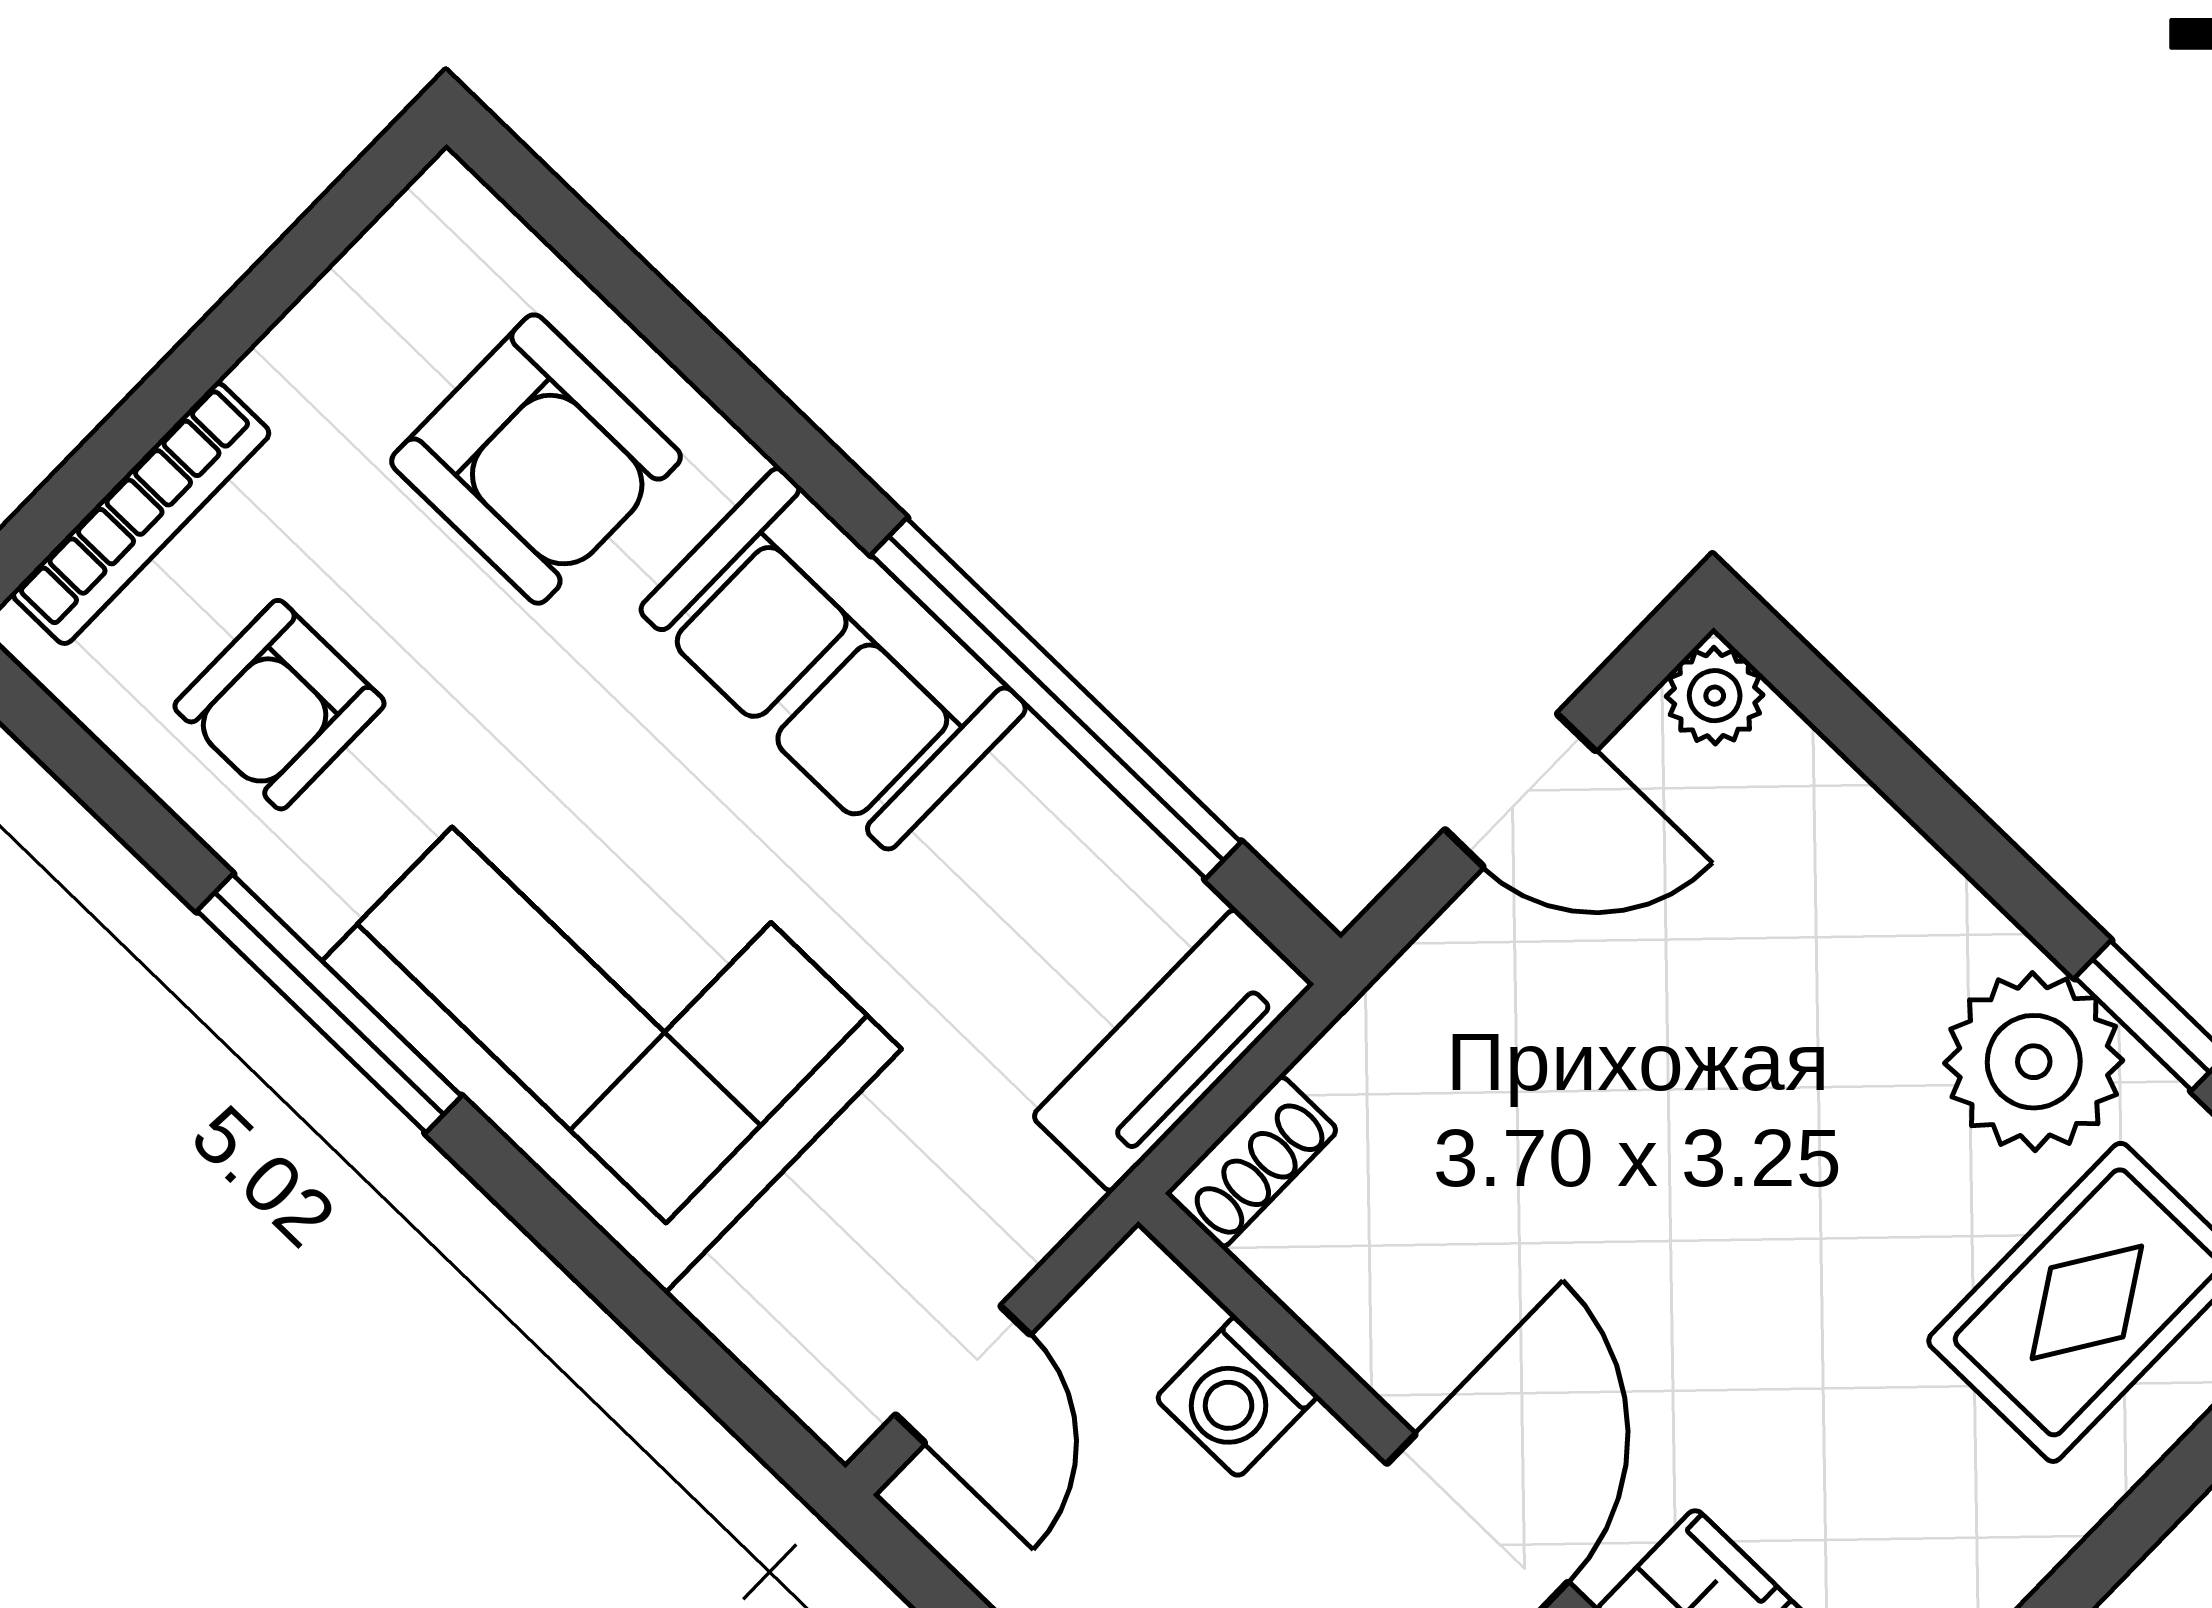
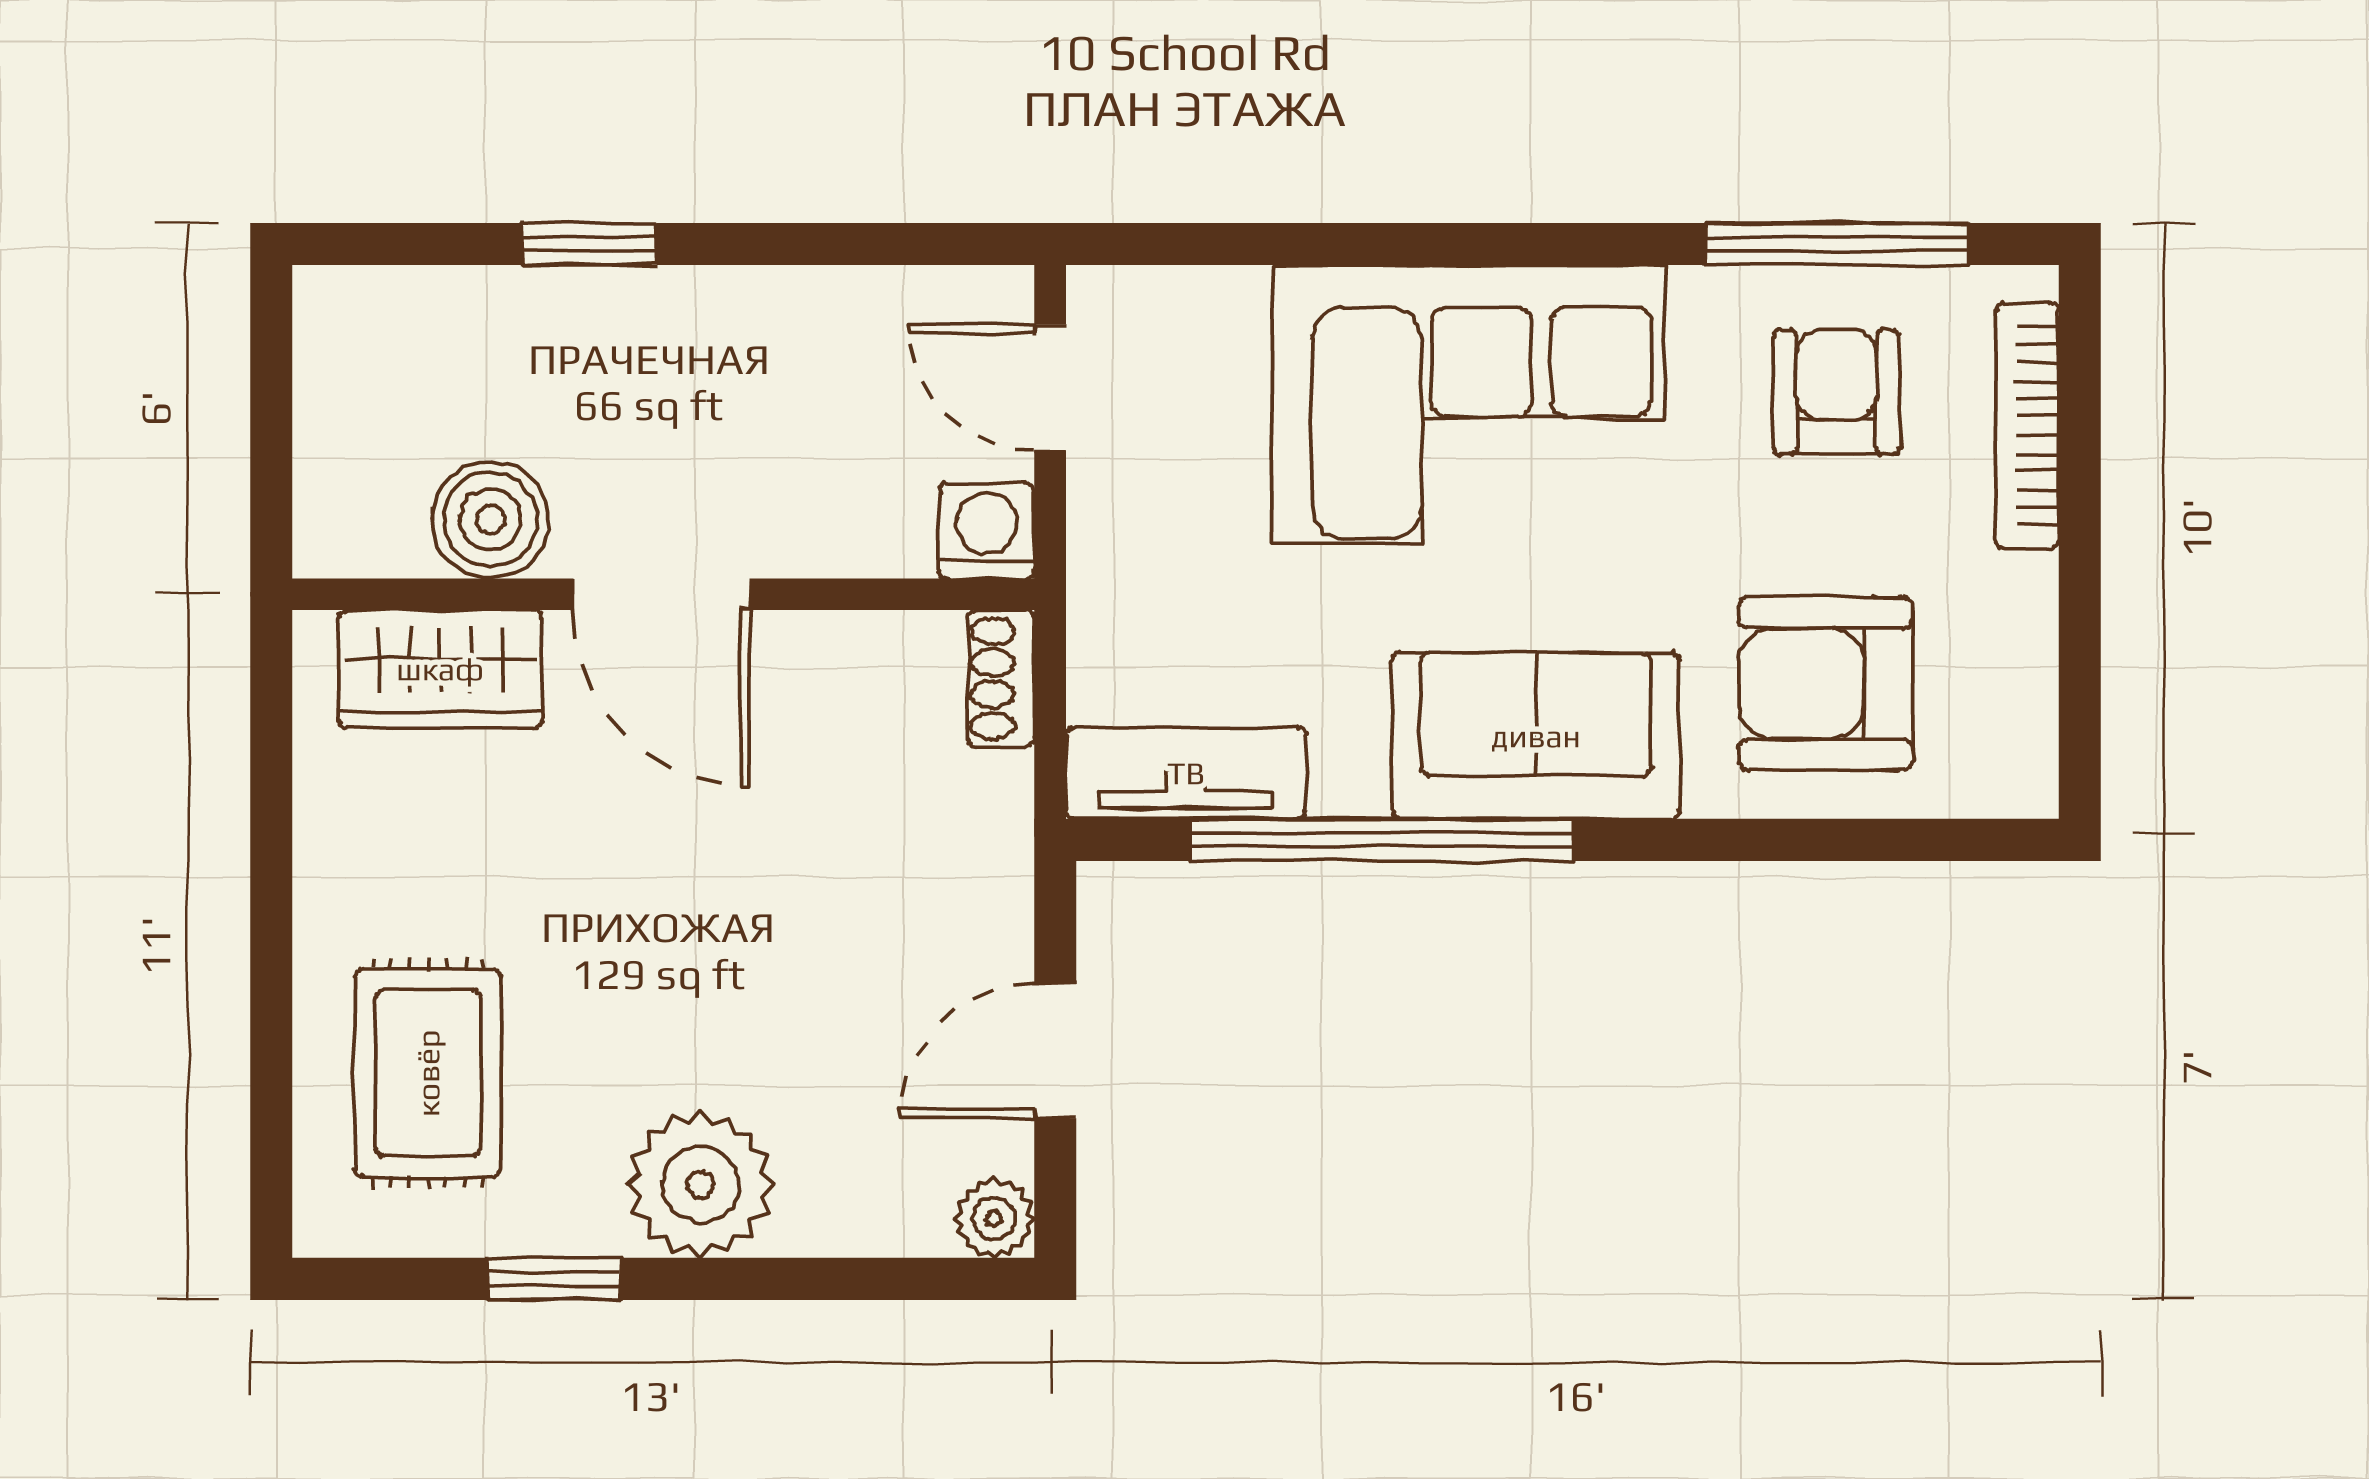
window: (329, 1004) -> (1837, 244), moved
tv unit: (1173, 1050) -> (1186, 773), moved, turned -90
plant: (2034, 1062) -> (701, 1185), moved
washing machine: (1237, 1397) -> (987, 531), moved

